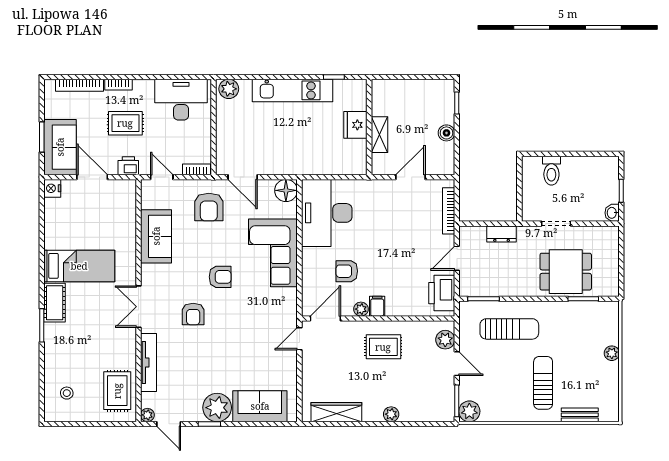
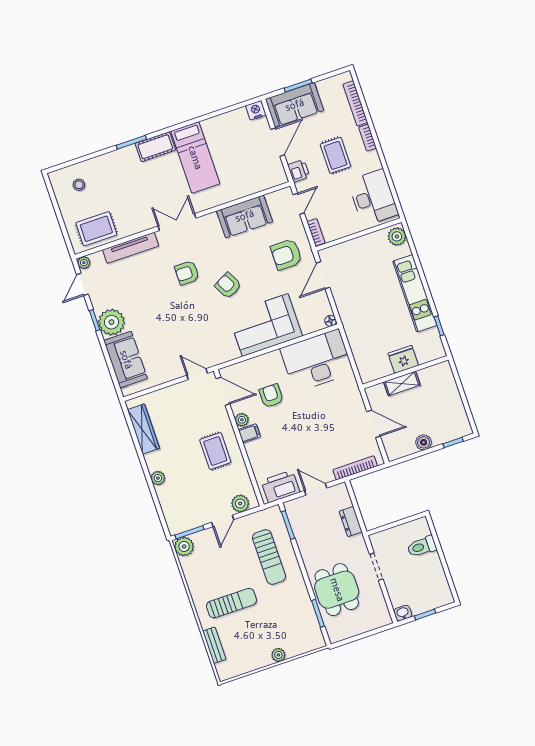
floor lamp: (286, 190) -> (331, 321), width x0.53, depth x0.53
armchair: (220, 277) -> (228, 285), turned 152

